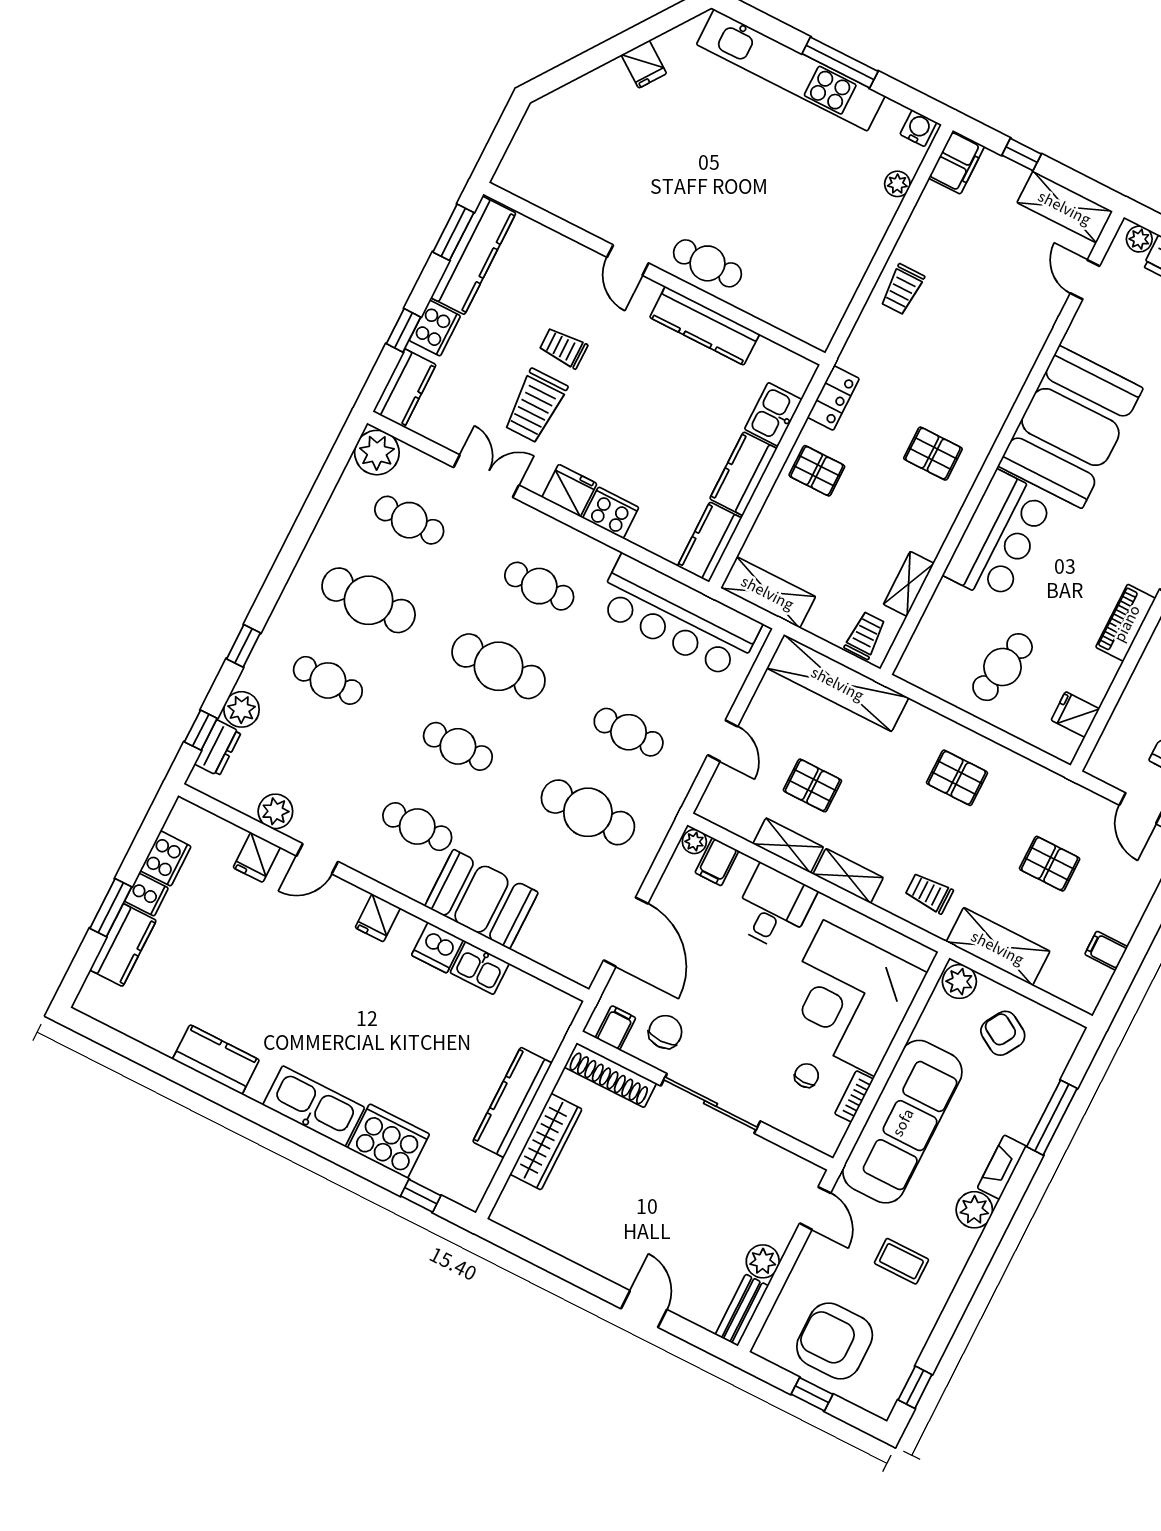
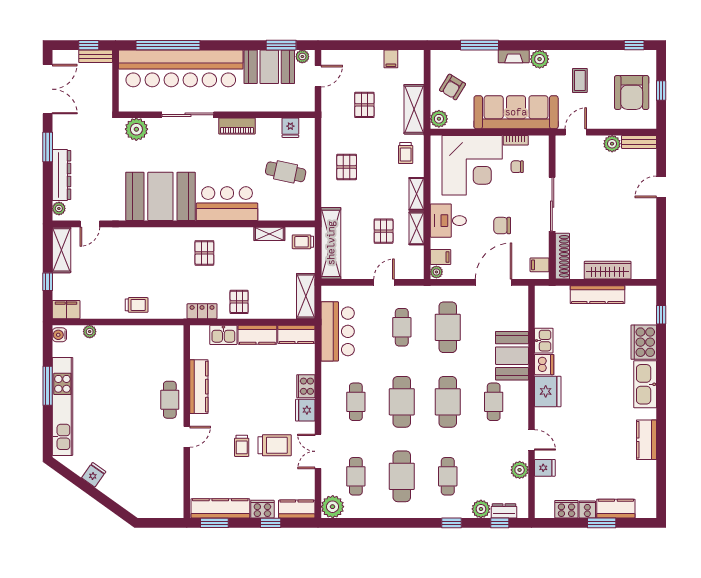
bar counter: (678, 617) -> (338, 331), width x0.73
cafe table: (458, 746) -> (448, 402), width x1.37, depth x1.35
fridge: (378, 918) -> (548, 391), width x1.88, depth x1.34
chair: (665, 1032) -> (502, 226), moved

